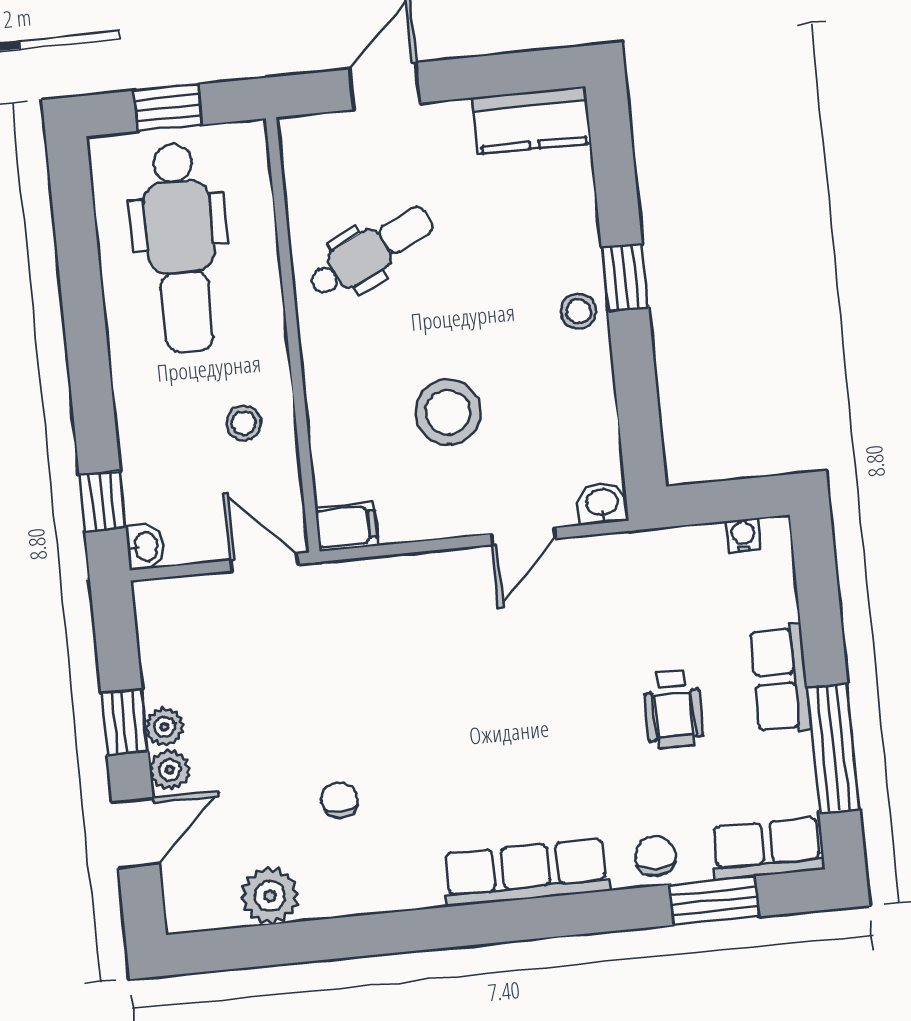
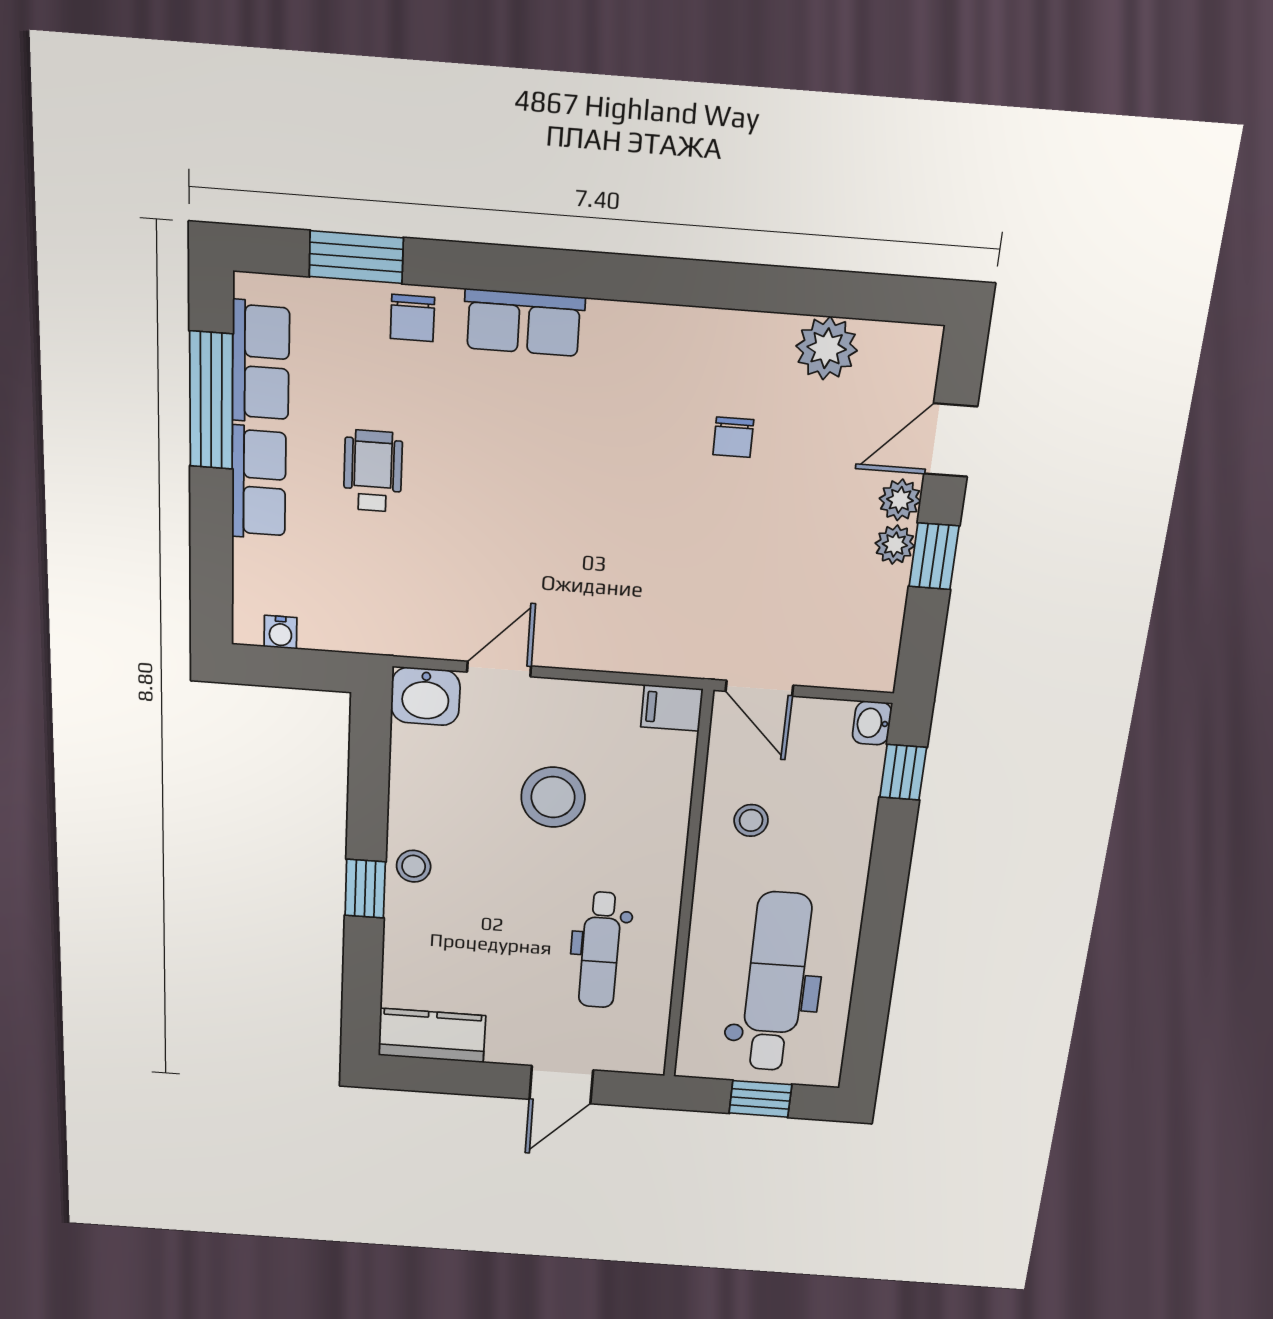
dental chair: (371, 252) -> (600, 950), turned -64
washbasin: (602, 503) -> (425, 696), width x1.38, depth x1.45
row of seats: (767, 848) -> (261, 362), moved, turned -90
row of seats: (526, 872) -> (524, 323), width x0.68

